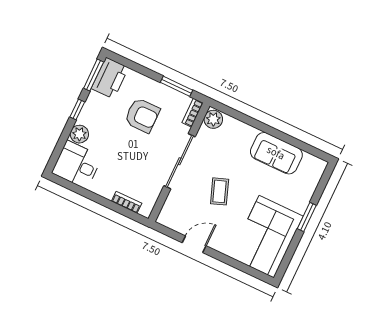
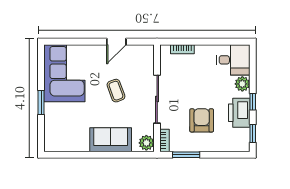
window: (94, 75) -> (253, 134), width x0.67
printer: (110, 78) -> (239, 113), moved
armchair: (142, 115) -> (202, 120), turned 90
sofa: (276, 153) -> (111, 140), moved

